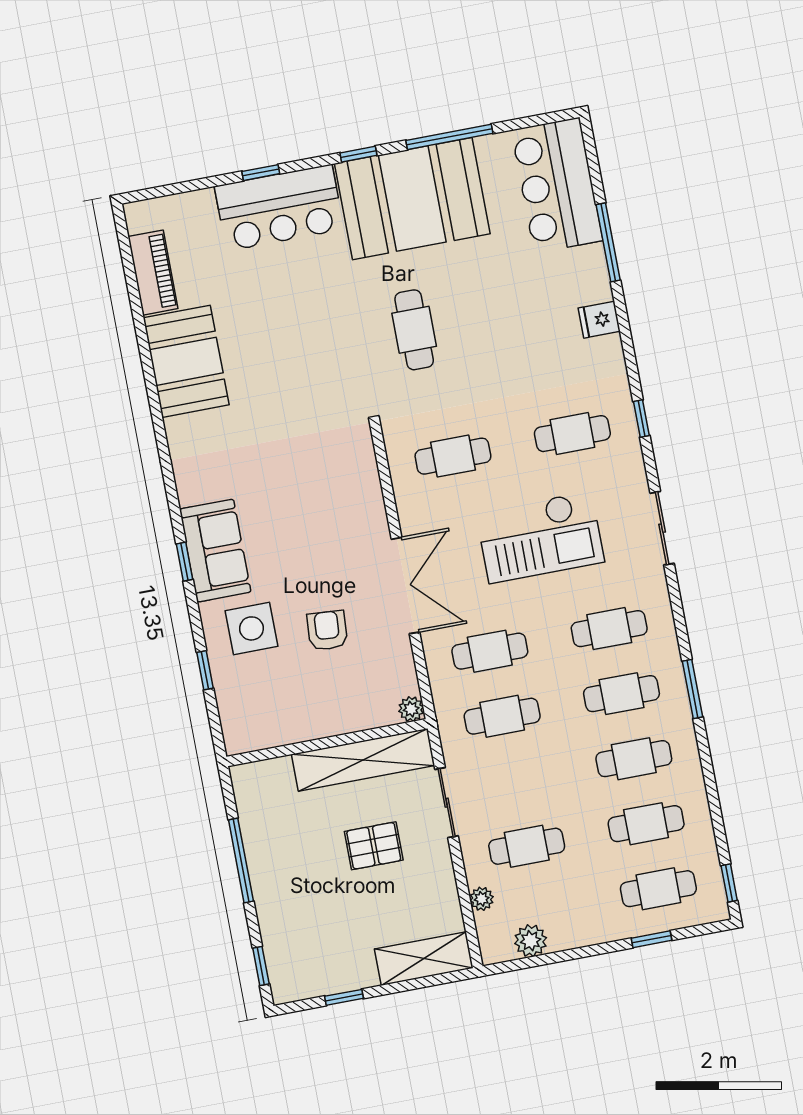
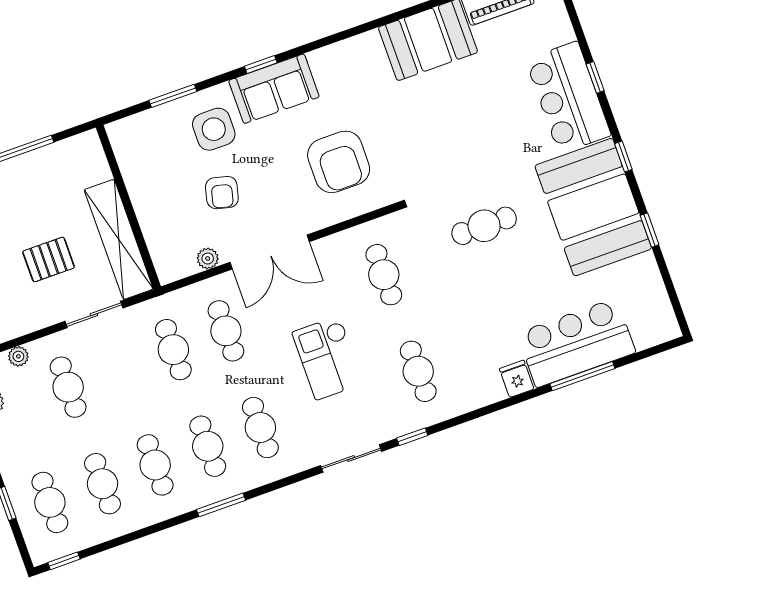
window: (449, 137) -> (650, 230), width x0.46
bar counter: (557, 185) -> (576, 343), moved
window: (641, 419) -> (412, 437), moved
armchair: (313, 488) -> (339, 162), added
checkout: (540, 537) -> (328, 358), width x0.73, depth x0.83
armchair: (327, 631) -> (222, 193), turned 100
window: (205, 670) -> (173, 96), width x1.50
plant: (411, 709) -> (208, 258), moved
pallet: (374, 846) -> (49, 259), turned 90

